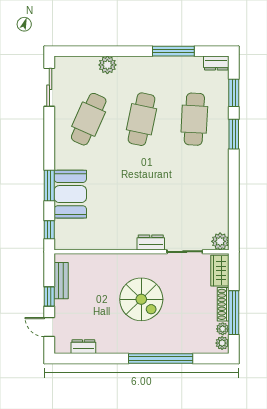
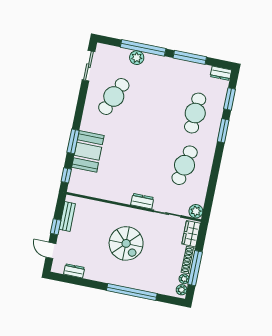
window: (113, 51) -> (143, 48), added
cafe table: (142, 119) -> (185, 165), moved

